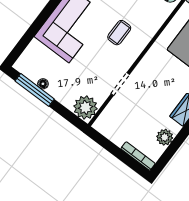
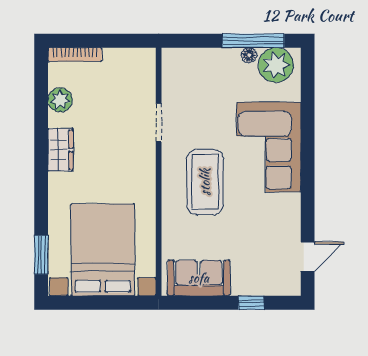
coffee table: (119, 33) -> (205, 182), width x1.86, depth x1.72
plant: (85, 107) -> (276, 65), moved

